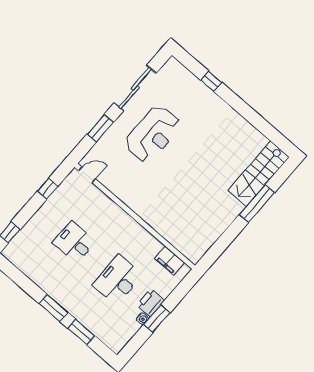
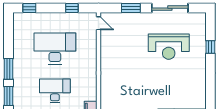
reception desk: (153, 134) -> (169, 47), moved
desk: (74, 242) -> (55, 49), width x1.87, depth x1.30

